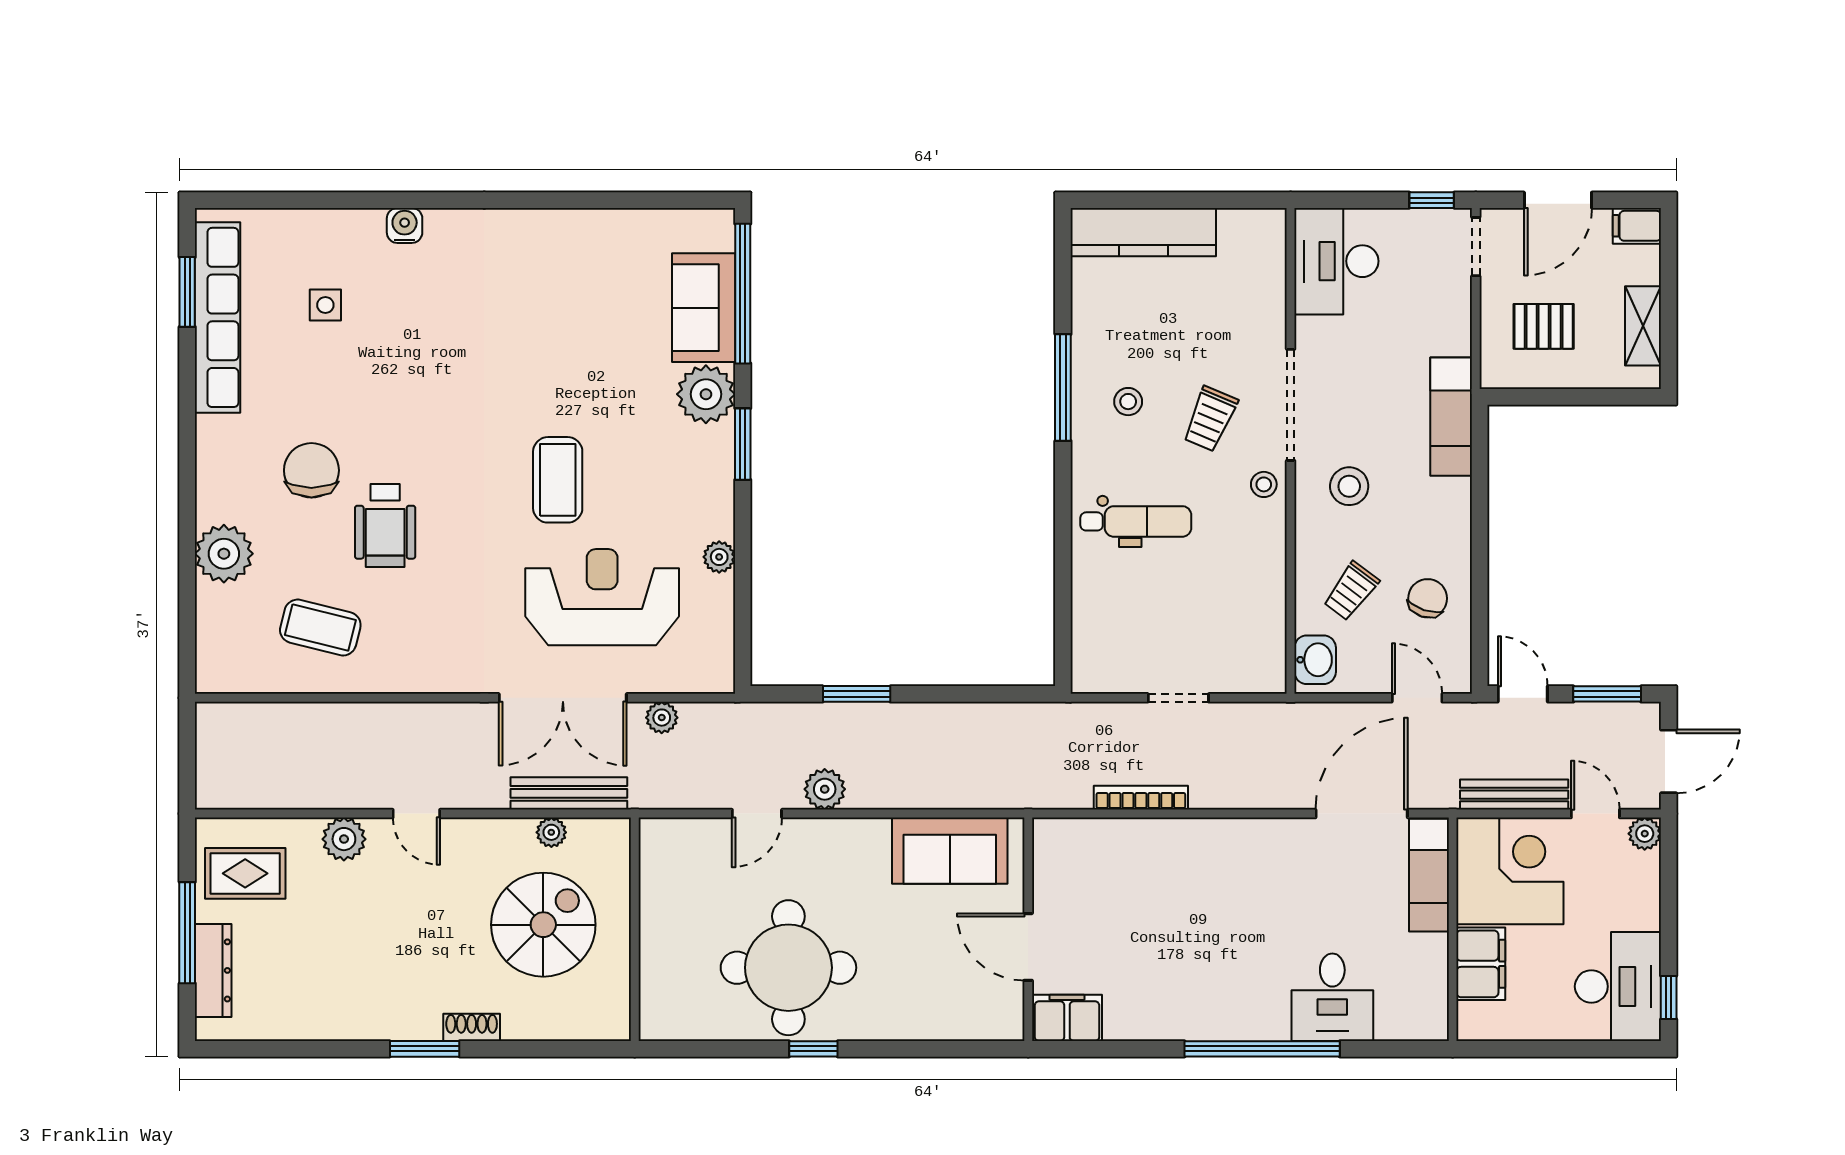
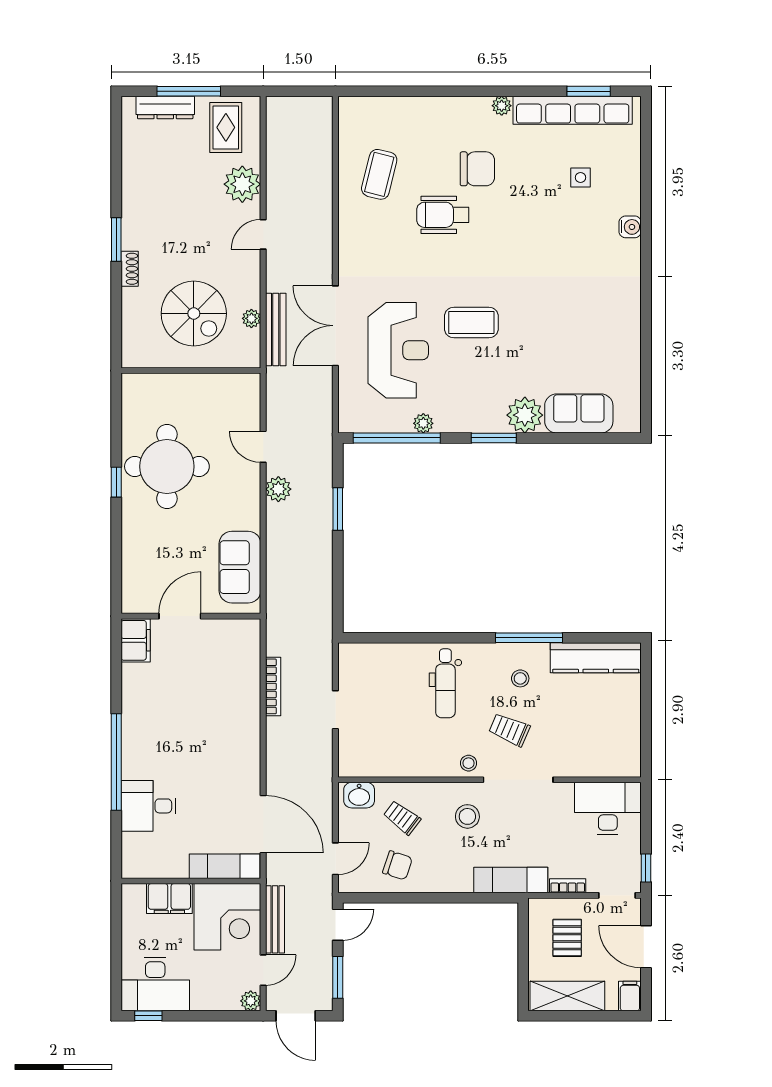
kitchen counter: (1143, 232) -> (596, 658), moved, turned -90
window: (743, 294) -> (397, 438), moved
bookcase: (1460, 326) -> (568, 886), added
shelving: (1643, 326) -> (567, 996), width x1.50, depth x1.33
plant: (224, 554) -> (502, 106), moved, width x0.53, depth x0.53
plant: (662, 718) -> (323, 387), removed
plant: (344, 839) -> (242, 184), width x1.36, depth x1.36

